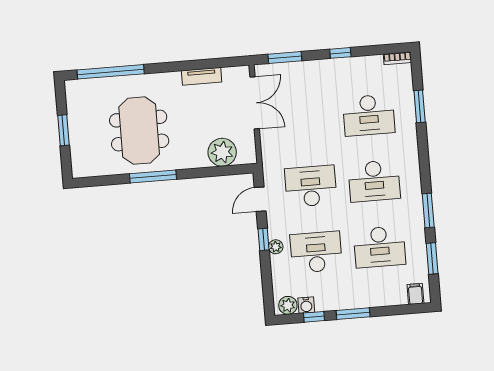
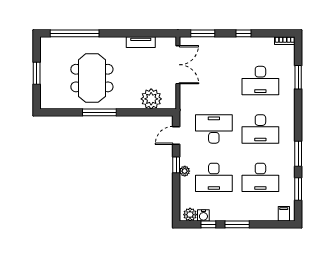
desk: (316, 252) -> (214, 177), turned 180

